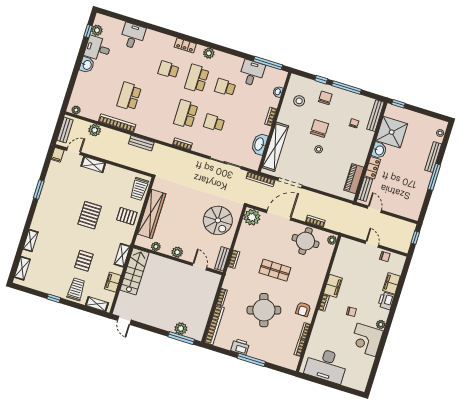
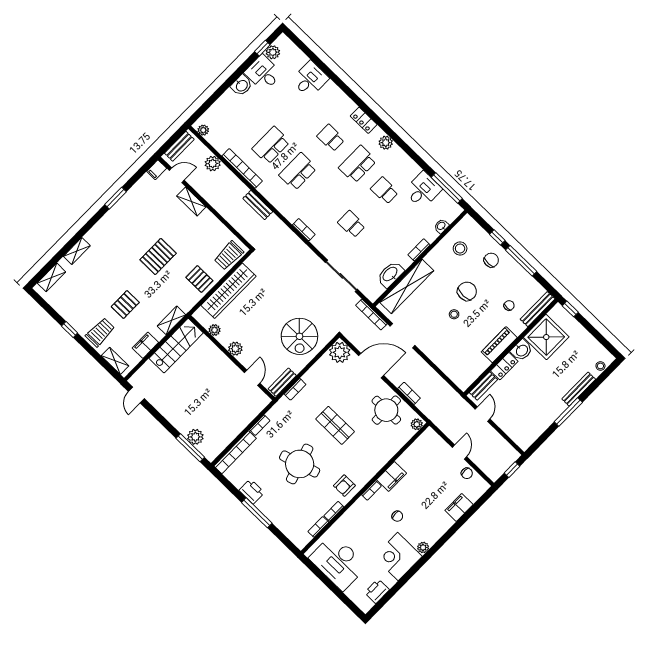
school desk: (186, 114) -> (298, 172), moved
piano: (354, 179) -> (499, 345), moved
printer: (386, 301) -> (377, 591), moved

